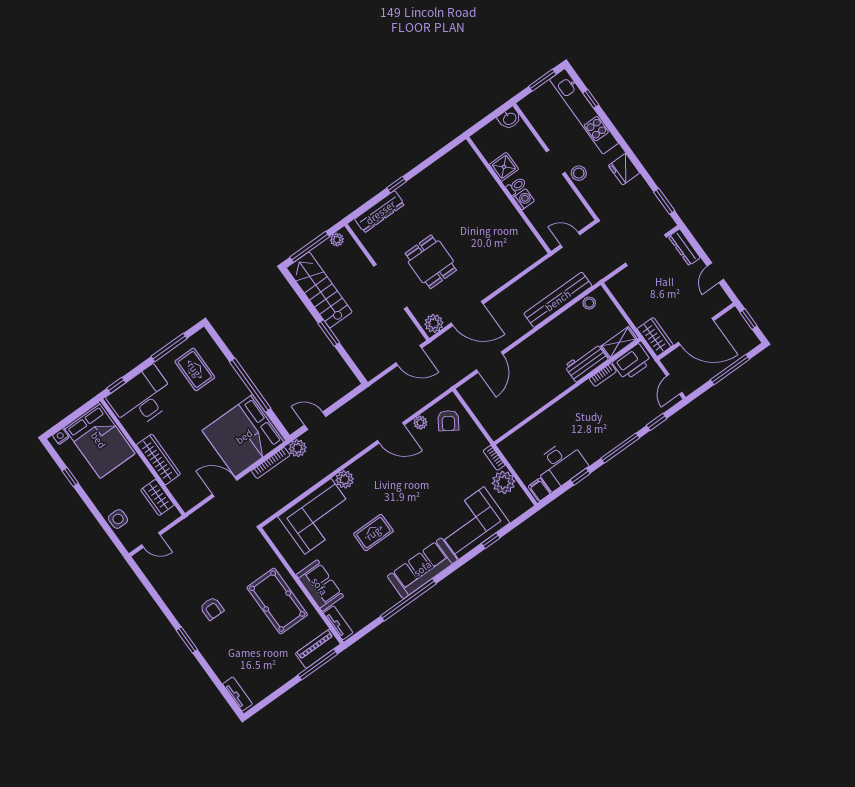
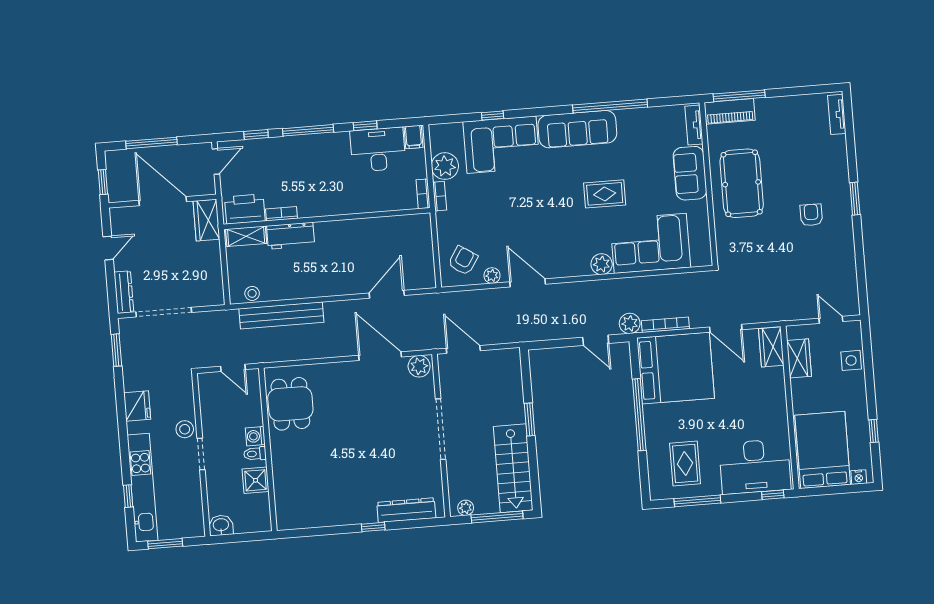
dining table: (431, 262) -> (290, 404), moved
bookcase: (507, 452) -> (423, 194), added
wardrobe: (158, 459) -> (771, 347), moved, width x0.67

